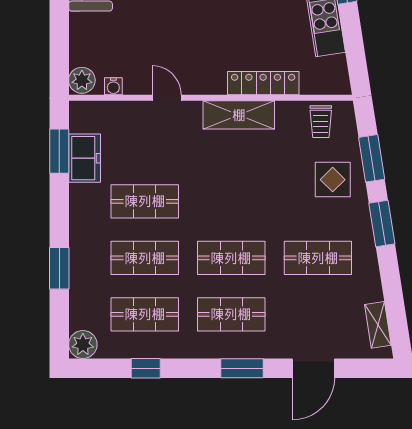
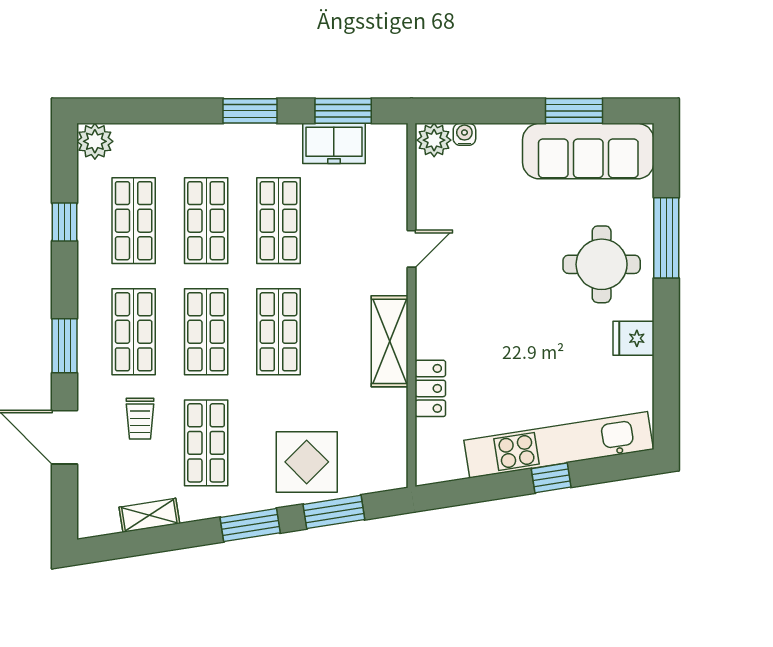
locker: (263, 83) -> (430, 388), width x0.66
water cooler: (113, 86) -> (464, 134), moved, turned 90
trolley: (321, 122) -> (140, 419), moved, turned -90
display table: (333, 180) -> (307, 462), width x1.36, depth x1.36
shop shelf: (231, 201) -> (279, 332), added
window: (59, 268) -> (250, 111), moved
shelving: (378, 325) -> (149, 515), moved

